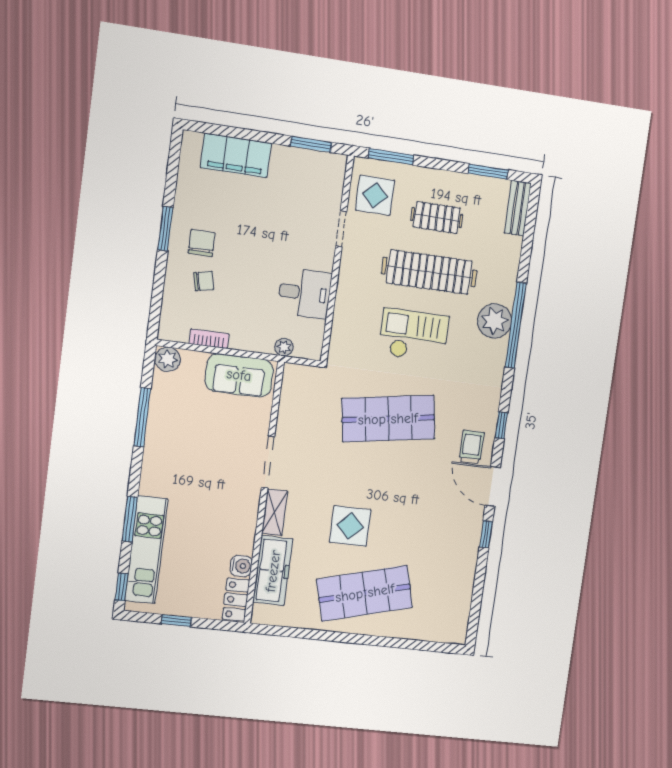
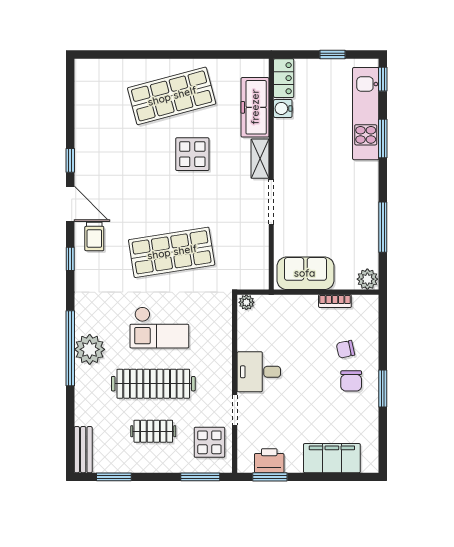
printer: (309, 163) -> (269, 461), added
desk: (305, 293) -> (259, 372), moved
plant: (284, 347) -> (246, 302), moved

